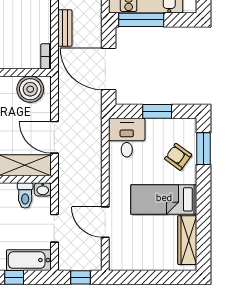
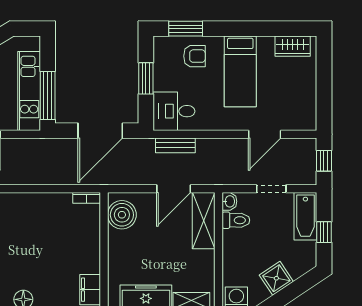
bench: (65, 28) -> (175, 145), moved
armchair: (178, 157) -> (194, 56), turned -126
wardrobe: (187, 240) -> (293, 46), width x0.67

